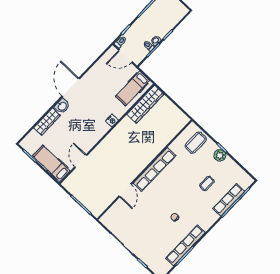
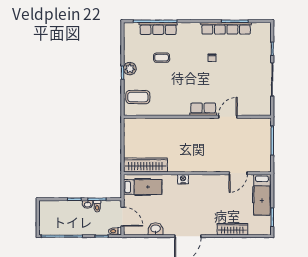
washbasin: (62, 106) -> (156, 229), moved
row of seats: (155, 169) -> (203, 109), width x0.50

